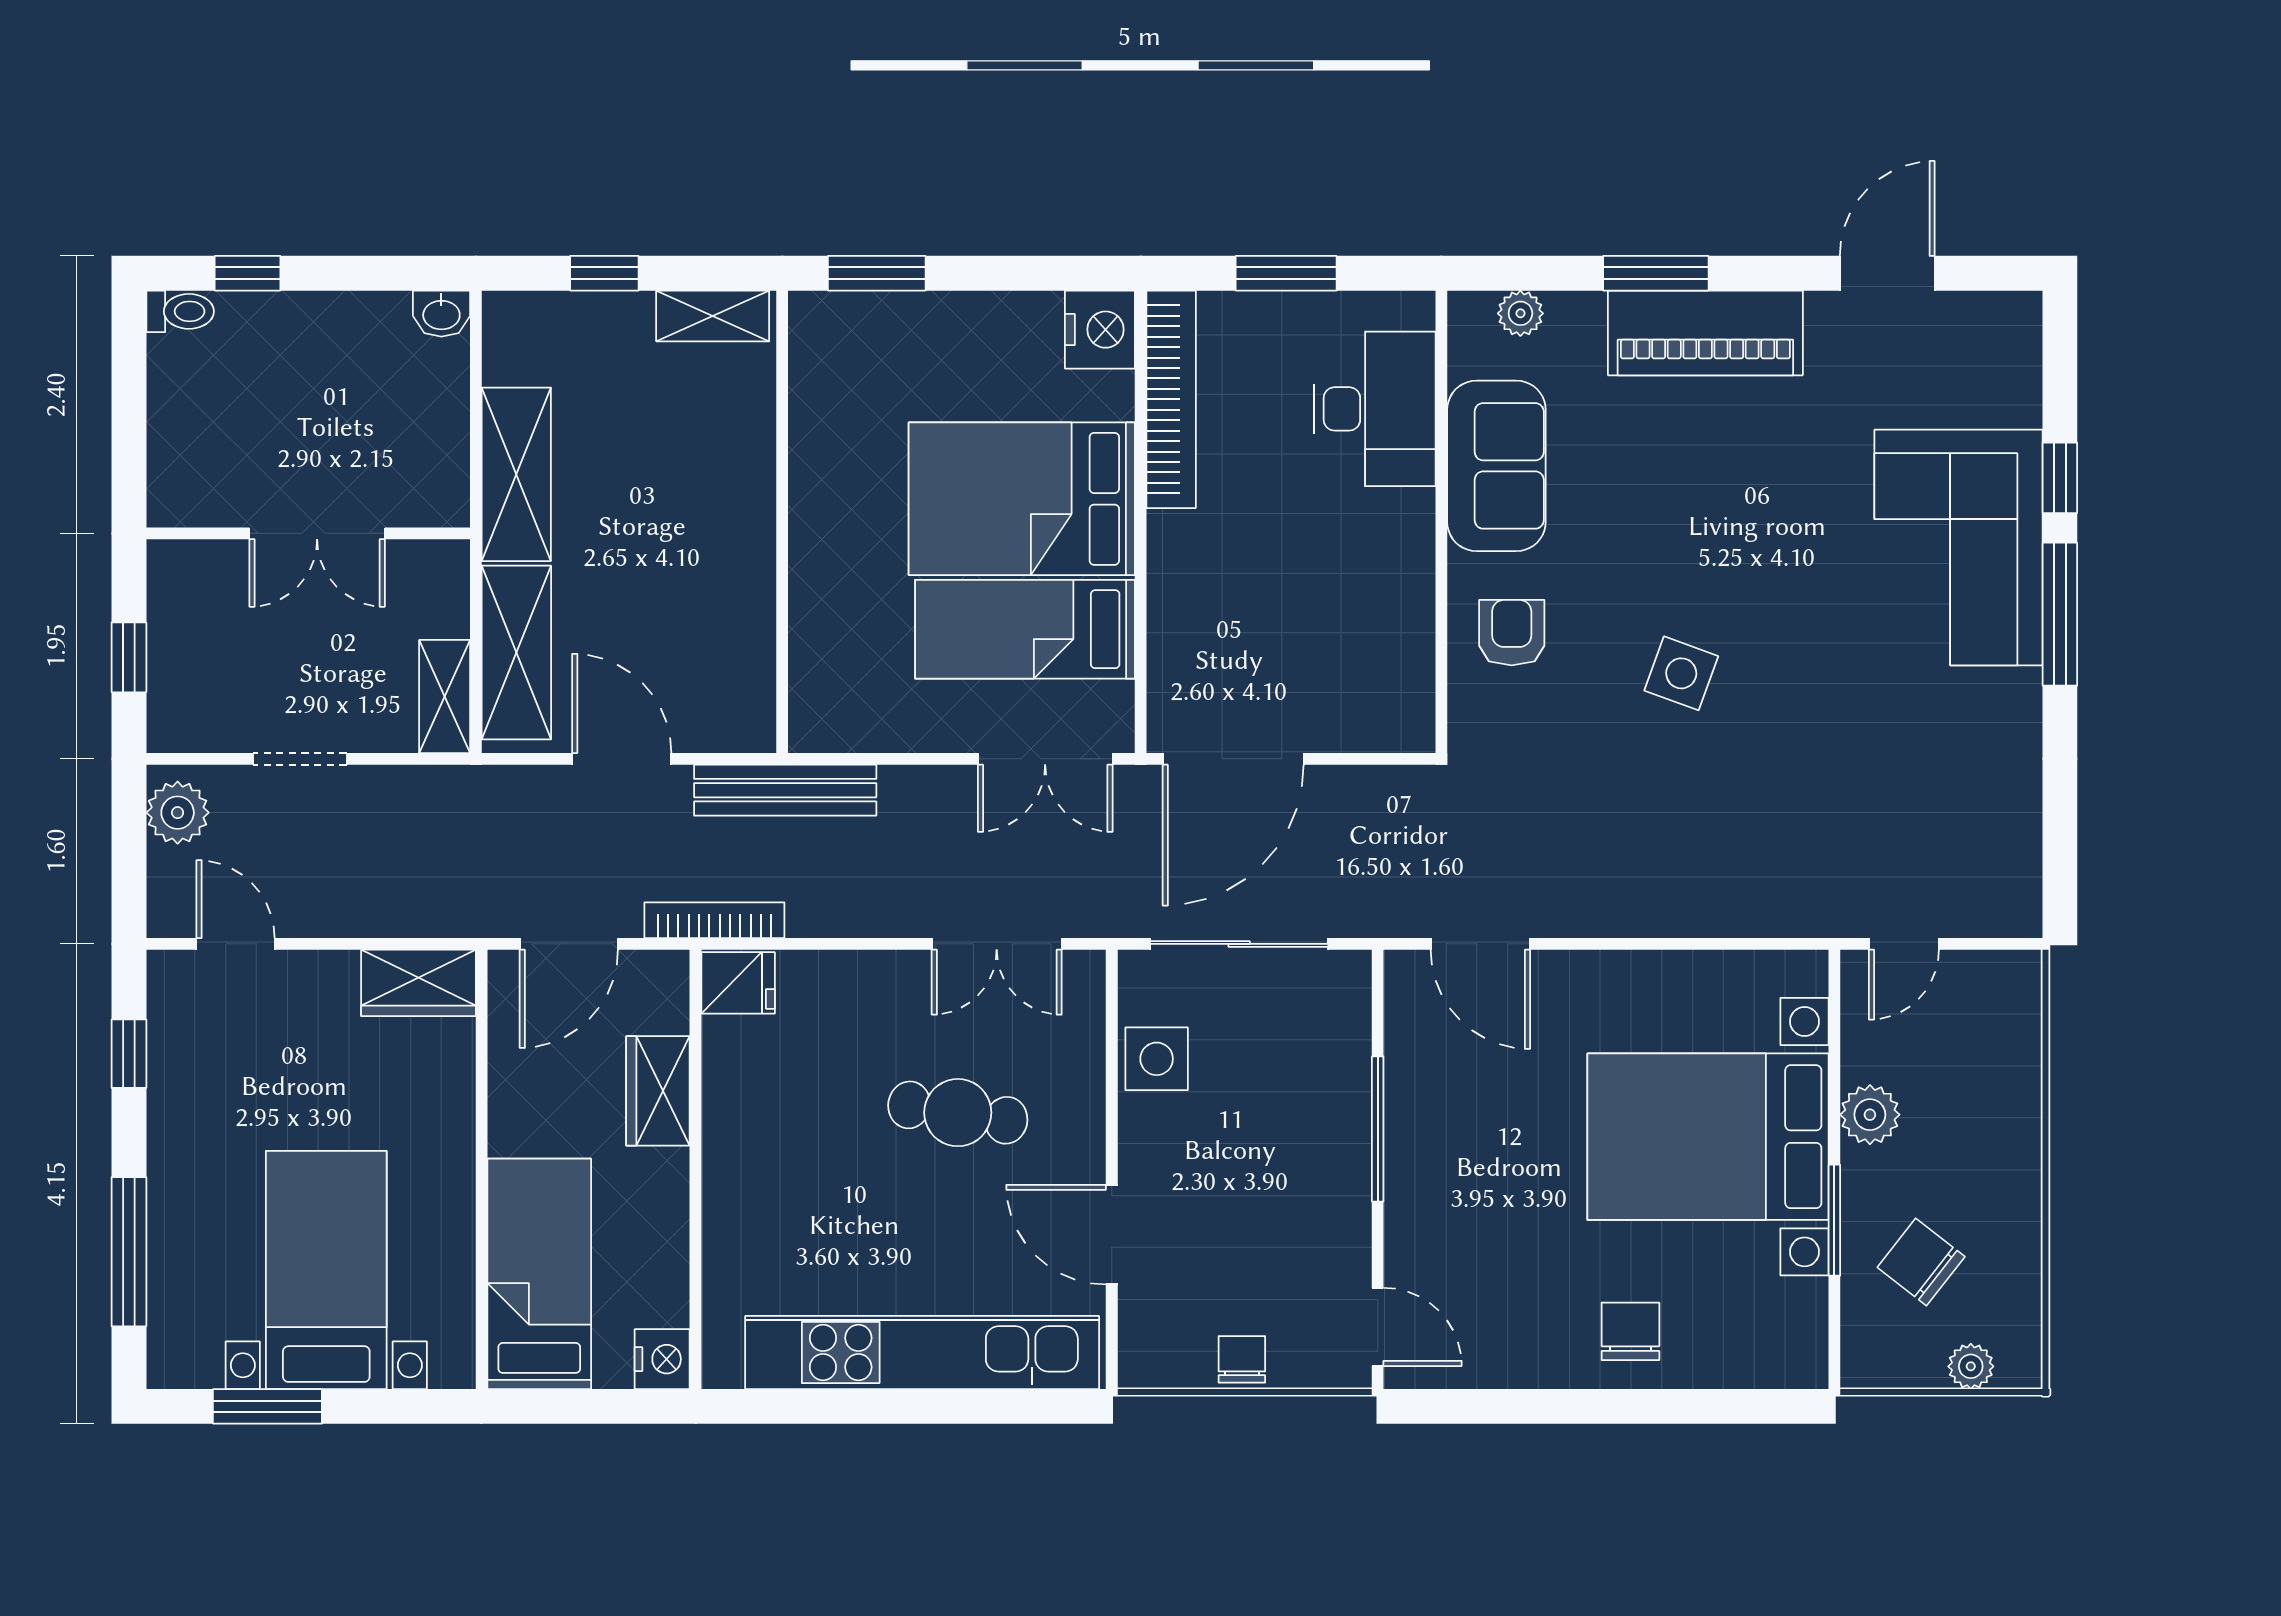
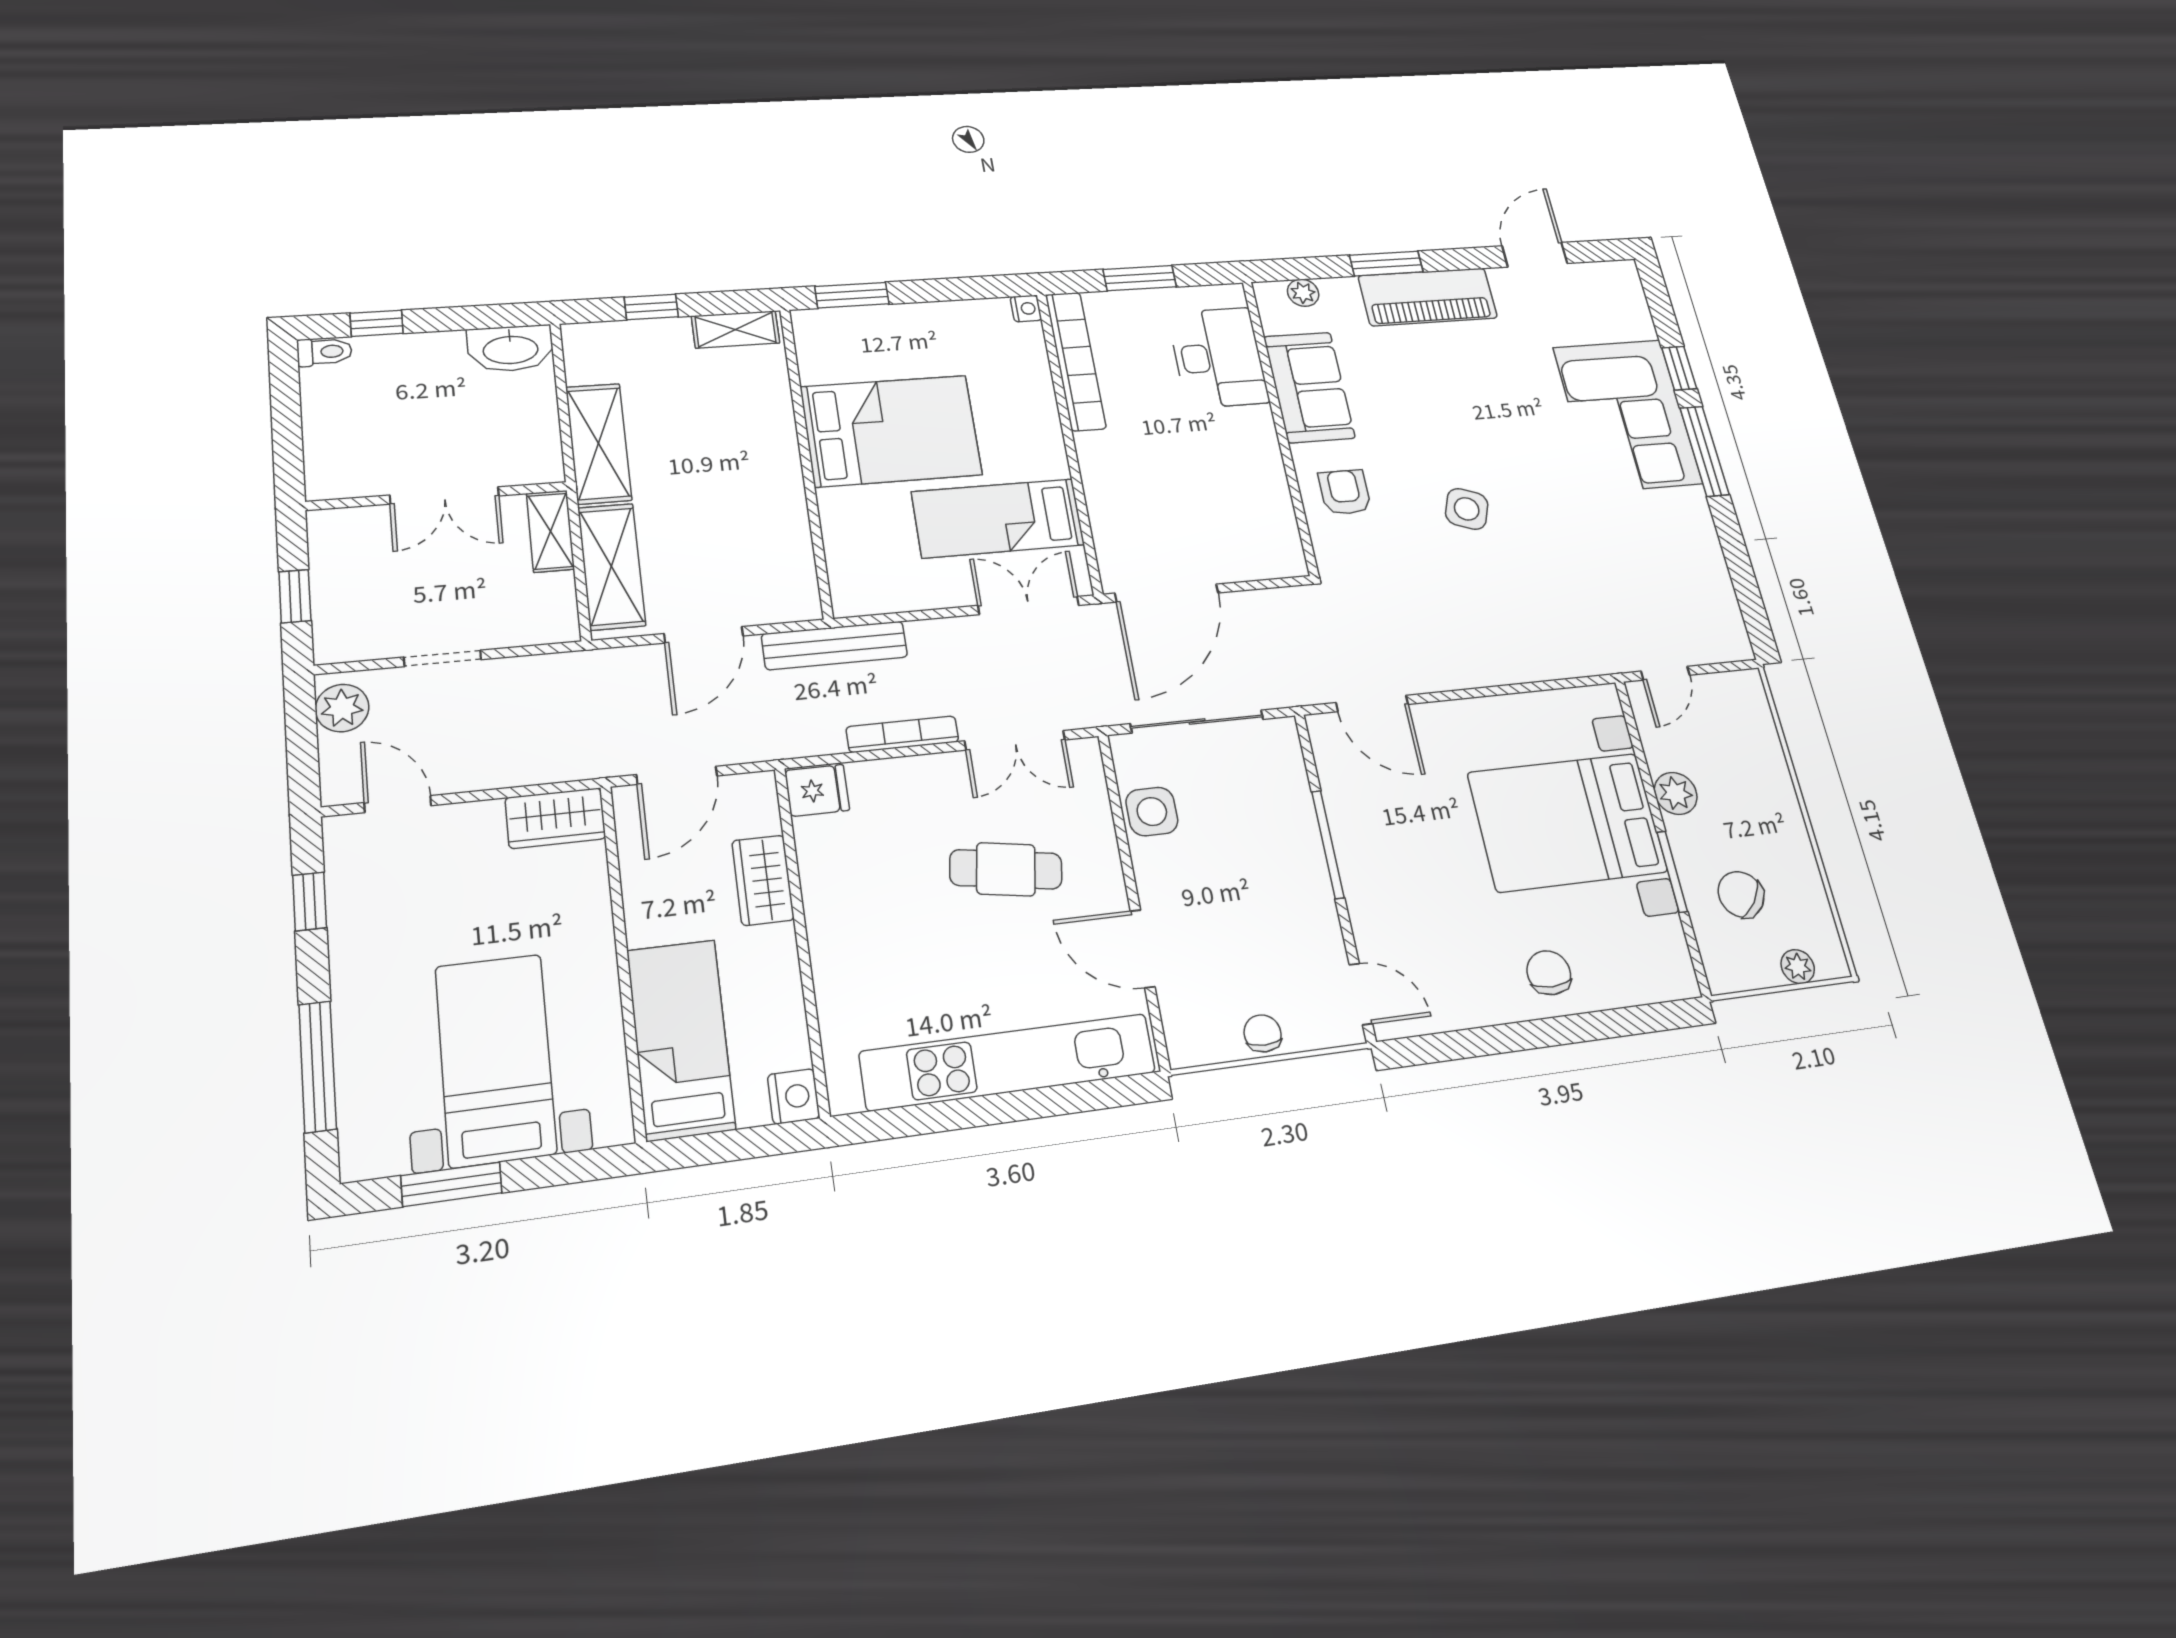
washbasin: (441, 314) -> (510, 349), width x1.91, depth x1.45
nightstand: (1100, 330) -> (1026, 309), width x0.53, depth x0.56
bed: (1022, 499) -> (891, 431), moved, turned 180
shelving: (445, 696) -> (550, 531), moved
door: (622, 759) -> (704, 635), swing flipped
double door: (1045, 759) -> (1029, 605), swing flipped
bookcase: (714, 920) -> (902, 734), moved

